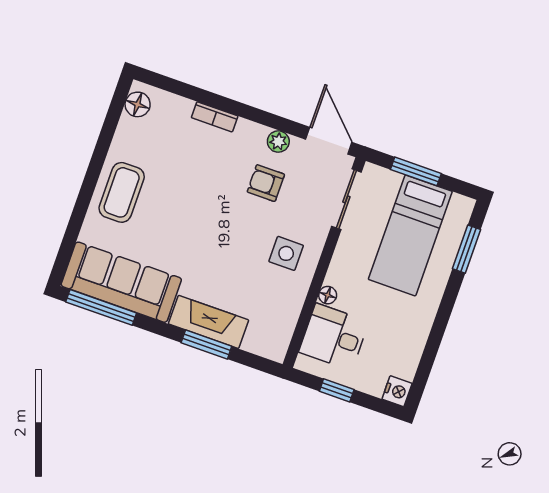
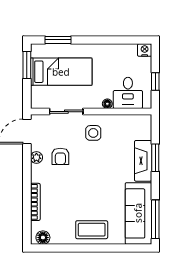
bookcase: (215, 117) -> (35, 202), width x1.56
window: (416, 171) -> (27, 65), moved
sliding door: (346, 199) -> (66, 112), moved

